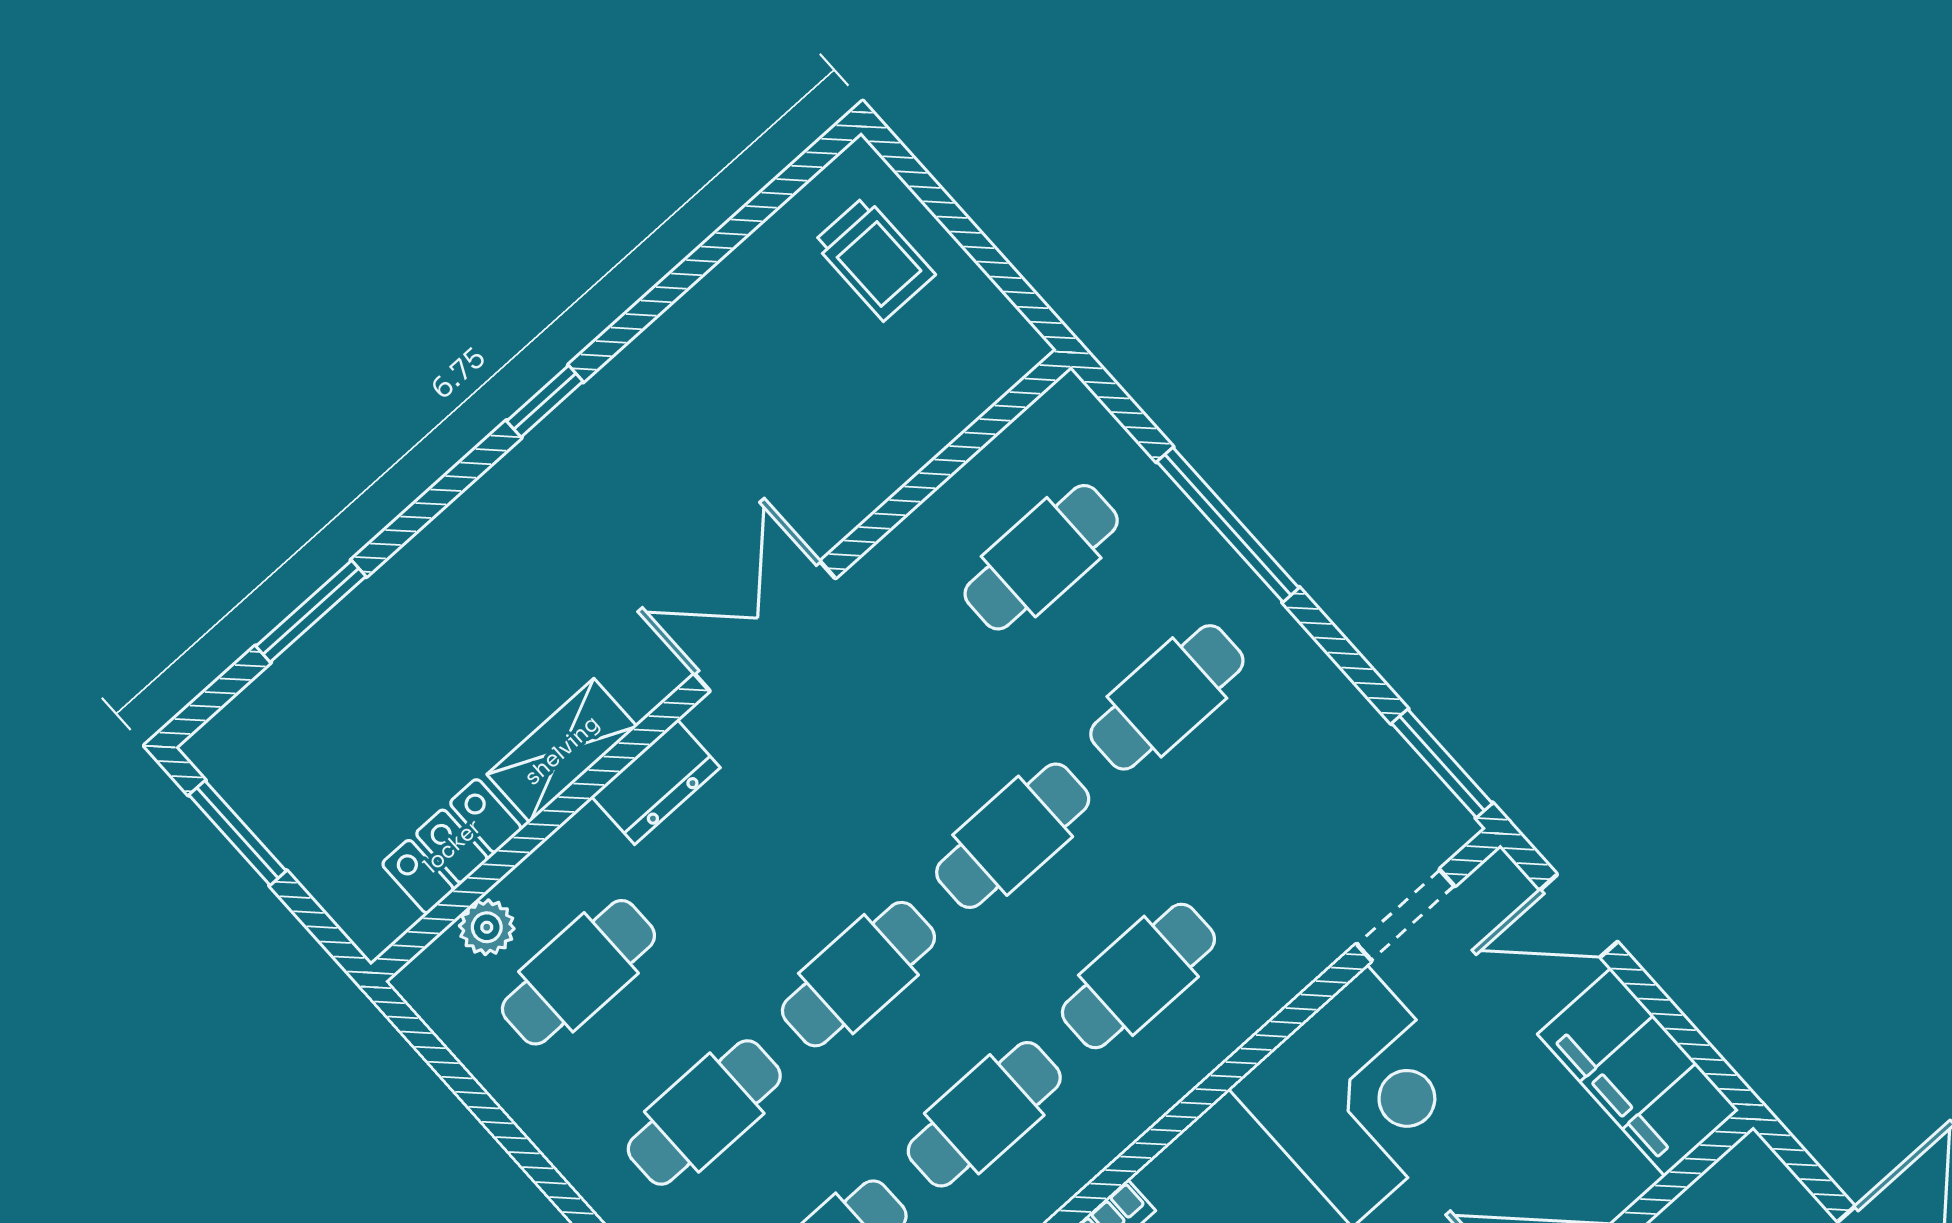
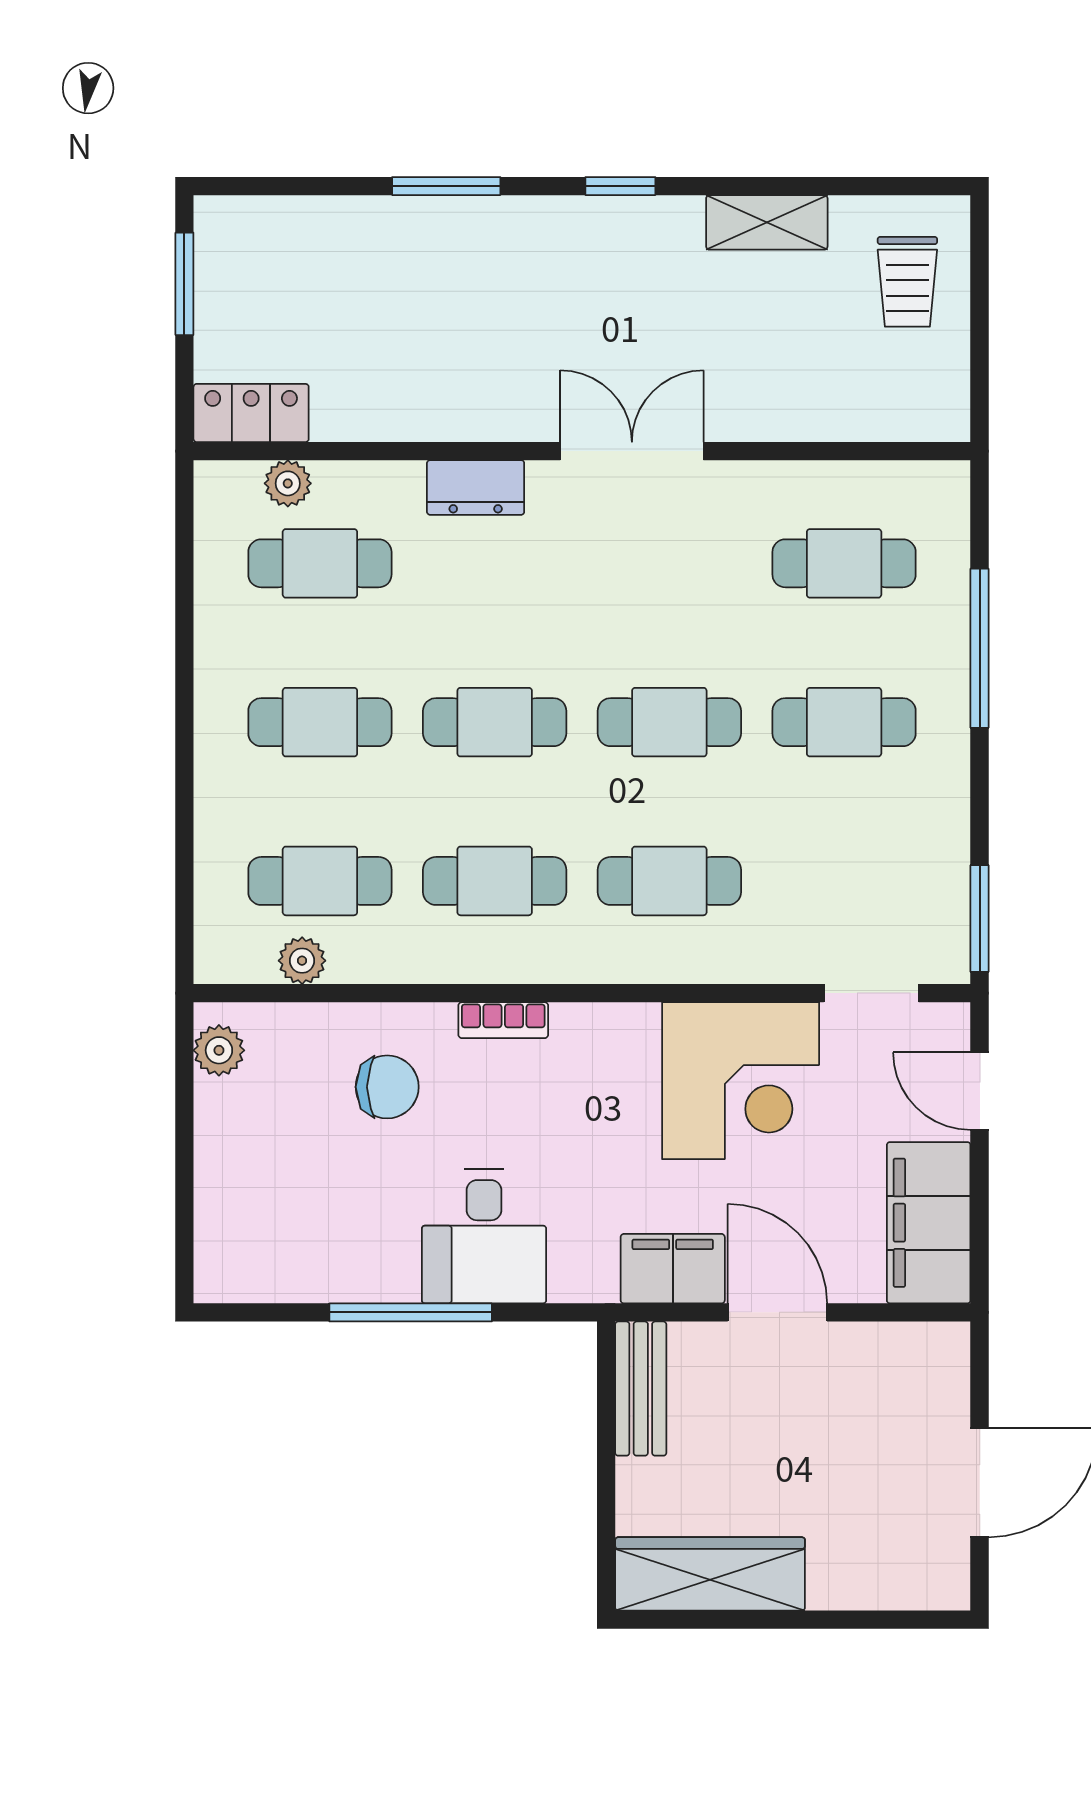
window: (311, 611) -> (446, 186), moved
shelving: (562, 750) -> (767, 222), moved
locker: (452, 846) -> (251, 413), moved

